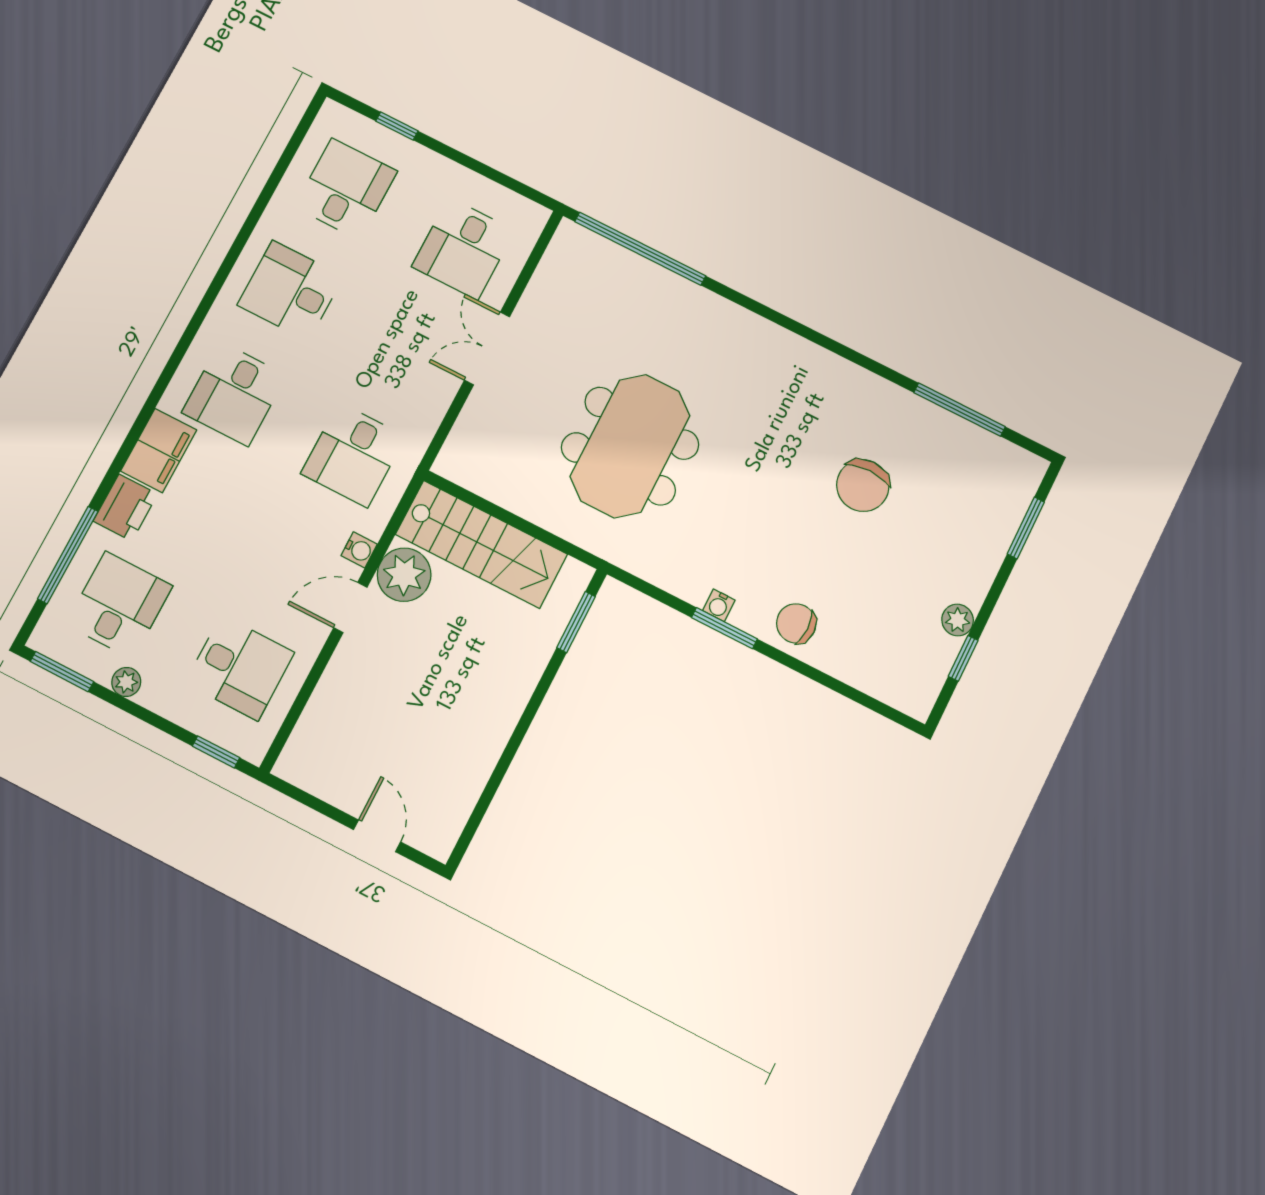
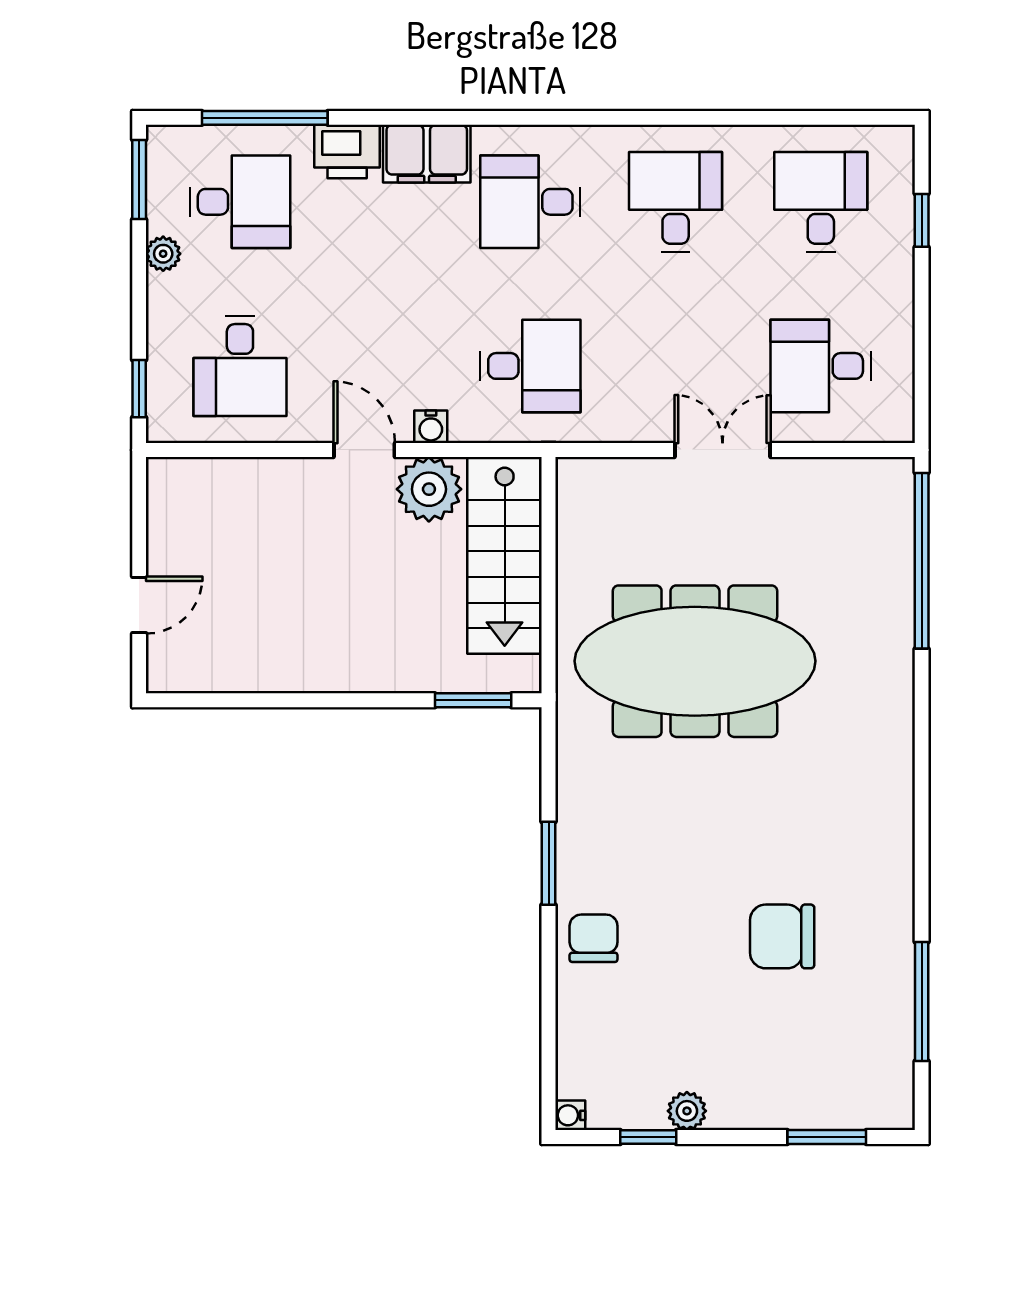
desk: (346, 189) -> (821, 202), turned -90
meeting table: (630, 446) -> (695, 661), width x1.36
desk: (353, 455) -> (530, 366), turned 180
water cooler: (719, 605) -> (570, 1115), moved

